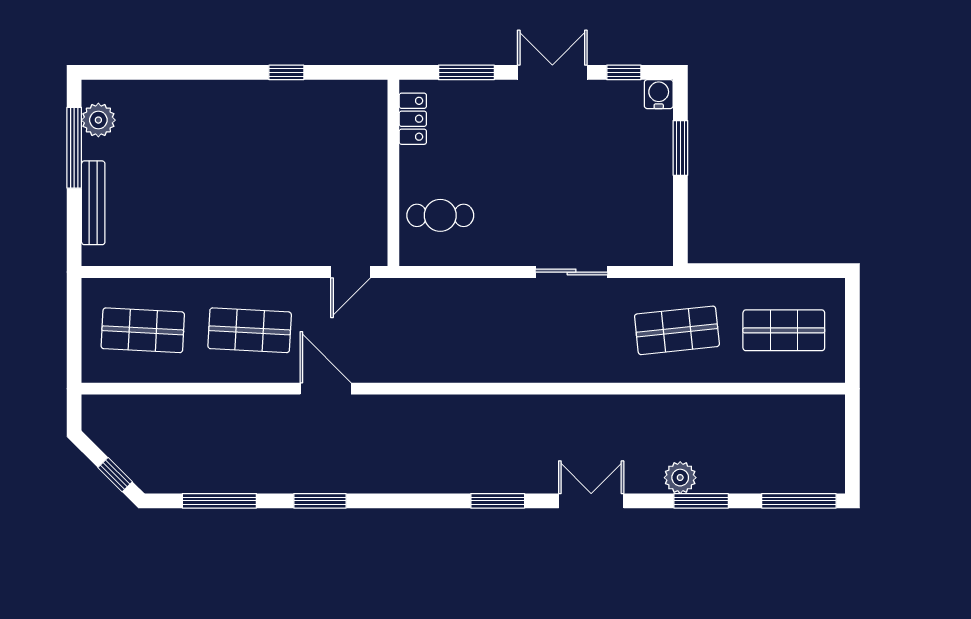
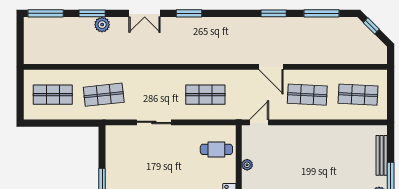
plant: (376, 183) -> (247, 165), added
shop shelf: (463, 330) -> (205, 95), added

